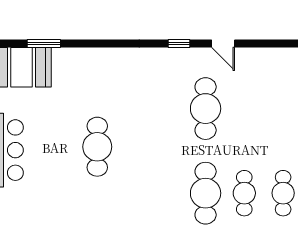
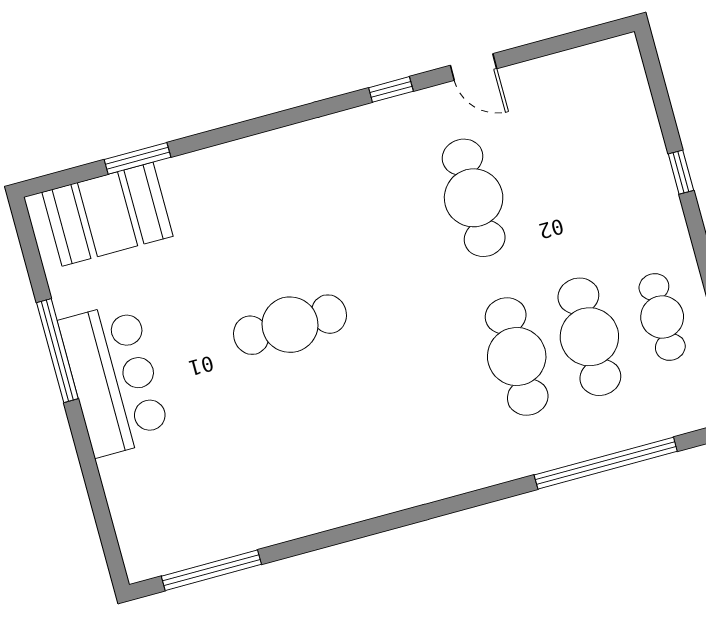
cafe table: (97, 147) -> (290, 325), turned 90
cafe table: (244, 193) -> (589, 337), width x1.37, depth x1.35

